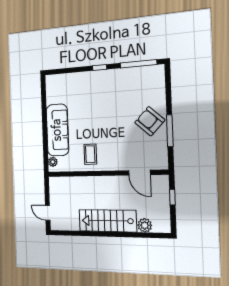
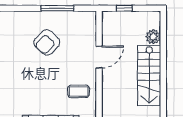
armchair: (150, 121) -> (47, 42), moved
door: (139, 173) -> (99, 57), moved

